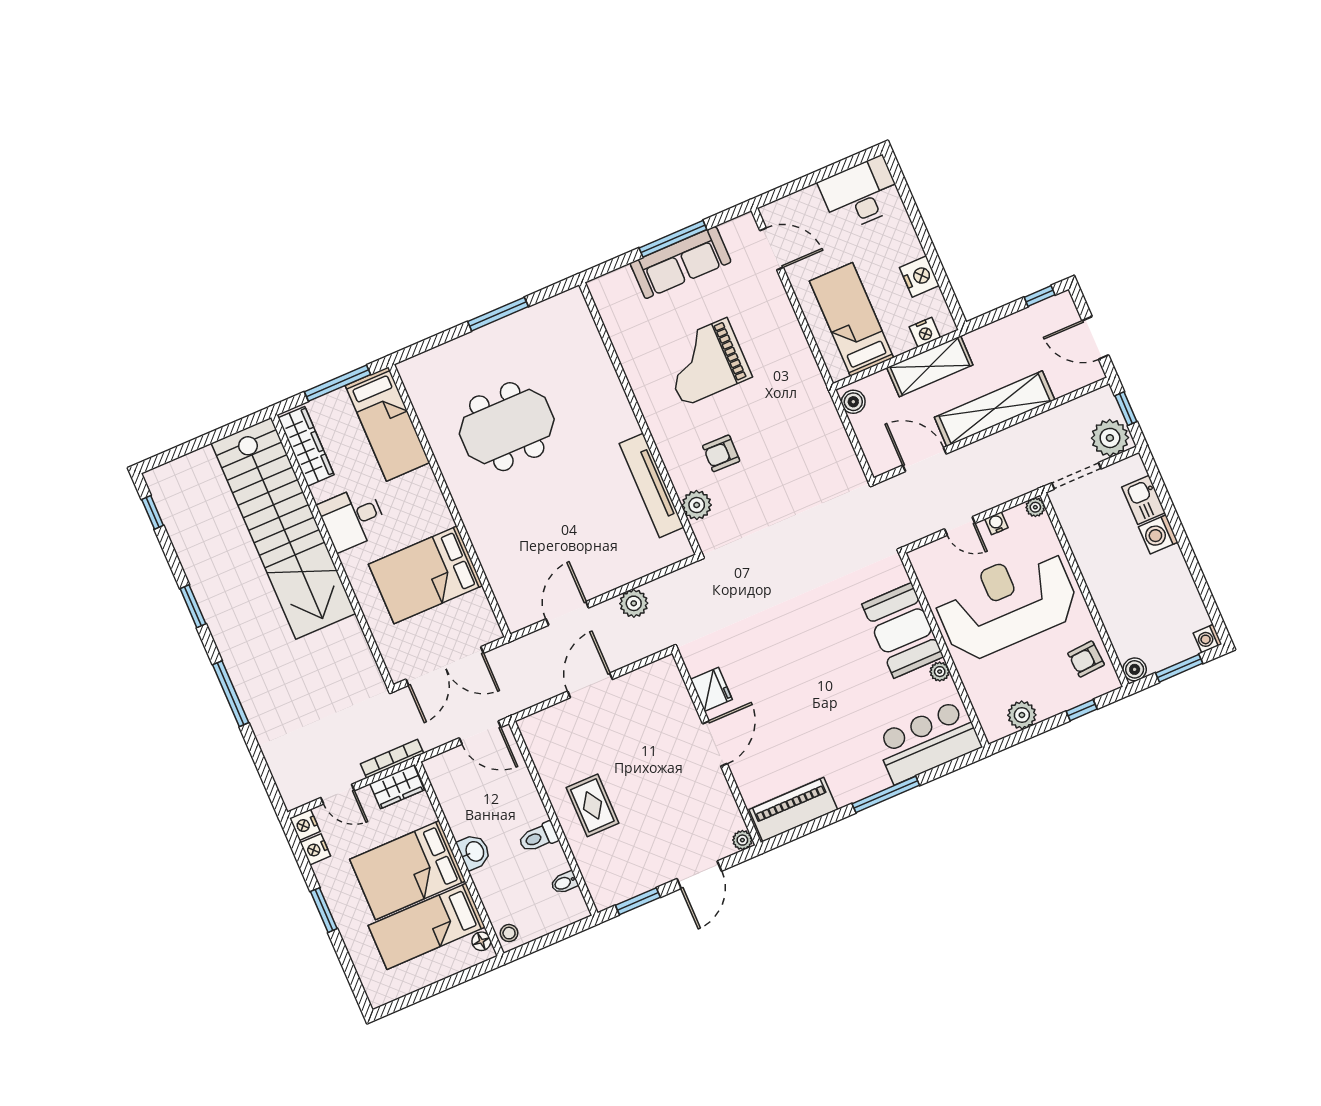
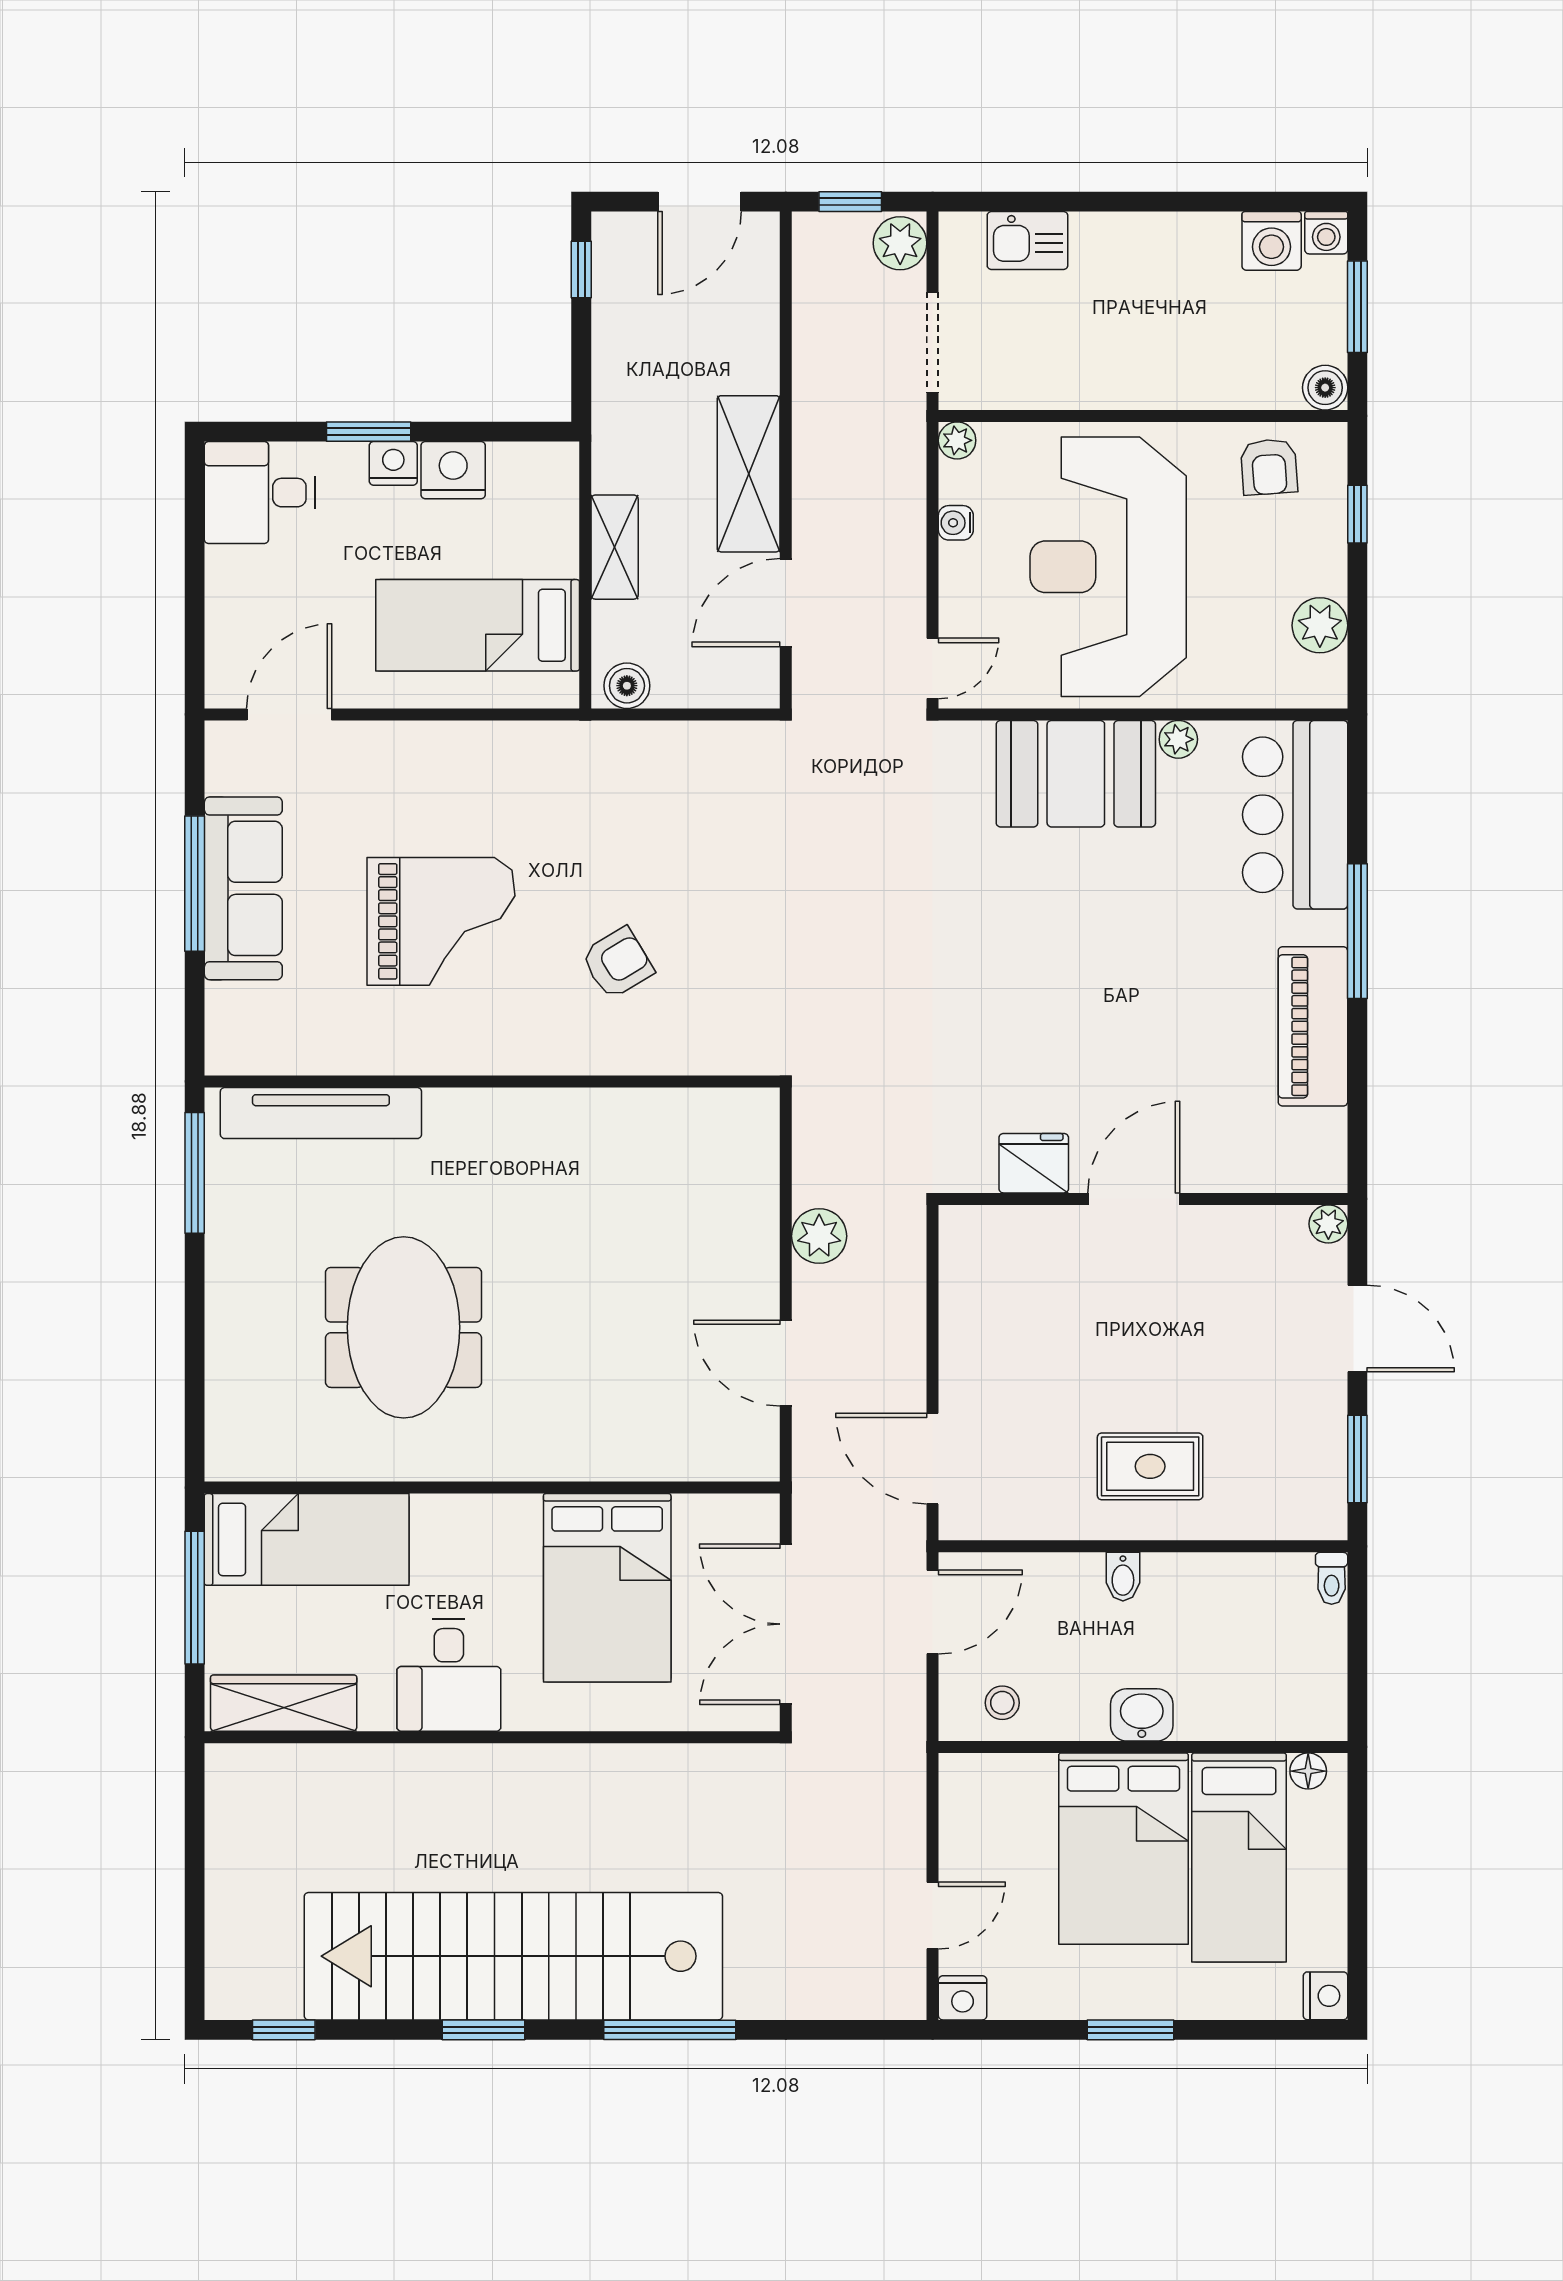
desk: (861, 194) -> (260, 493), width x0.73
window: (920, 229) -> (369, 432), added
window: (498, 314) -> (195, 1173), moved
nightstand: (925, 332) -> (393, 463), moved, turned -90
grand piano: (705, 362) -> (441, 921), turned -90
shelving: (930, 366) -> (615, 547), width x0.67, depth x0.75
shelving: (995, 409) -> (749, 474), width x0.68
plant: (1110, 438) -> (900, 243), width x0.73, depth x0.73
armchair: (721, 453) -> (617, 963), turned -122
tv unit: (651, 485) -> (321, 1113), moved
plant: (697, 505) -> (691, 1047), removed
door: (960, 526) -> (933, 668), moved
stairs: (283, 528) -> (513, 1956), moved, turned 180
washing machine: (1158, 534) -> (1272, 241), moved
double door: (445, 666) -> (786, 1624), swing flipped
door: (590, 685) -> (933, 1459), moved
door: (715, 744) -> (1134, 1199), hinge flipped
bookcase: (392, 759) -> (911, 1790), removed
wardrobe: (397, 787) -> (966, 1803), removed
piano: (793, 810) -> (1313, 1026), moved
toilet: (538, 837) -> (1332, 1578), moved, width x0.73, depth x0.72
nightstand: (315, 849) -> (1325, 1996), moved, turned -90
bidet: (564, 883) -> (1123, 1577), moved
stool: (509, 933) -> (1002, 1703), moved

